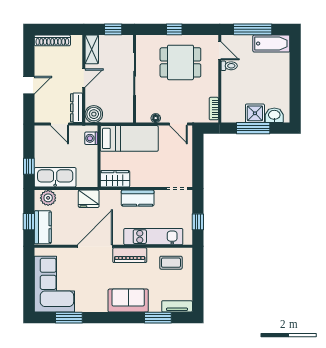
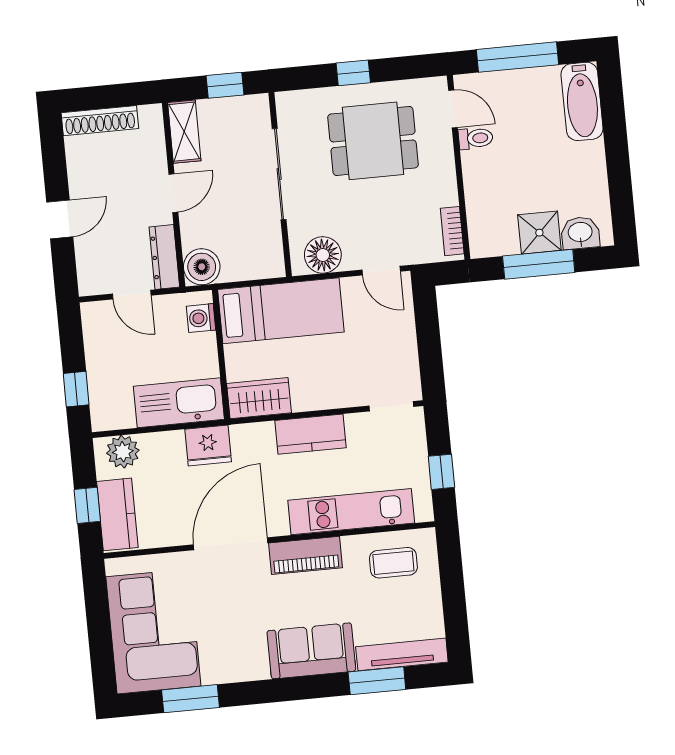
bathtub: (271, 44) -> (582, 101), moved, turned 90
floor lamp: (156, 118) -> (323, 255), width x1.89, depth x1.89
kitchen sink: (55, 177) -> (179, 403), moved
tv unit: (177, 306) -> (402, 654), width x1.41

